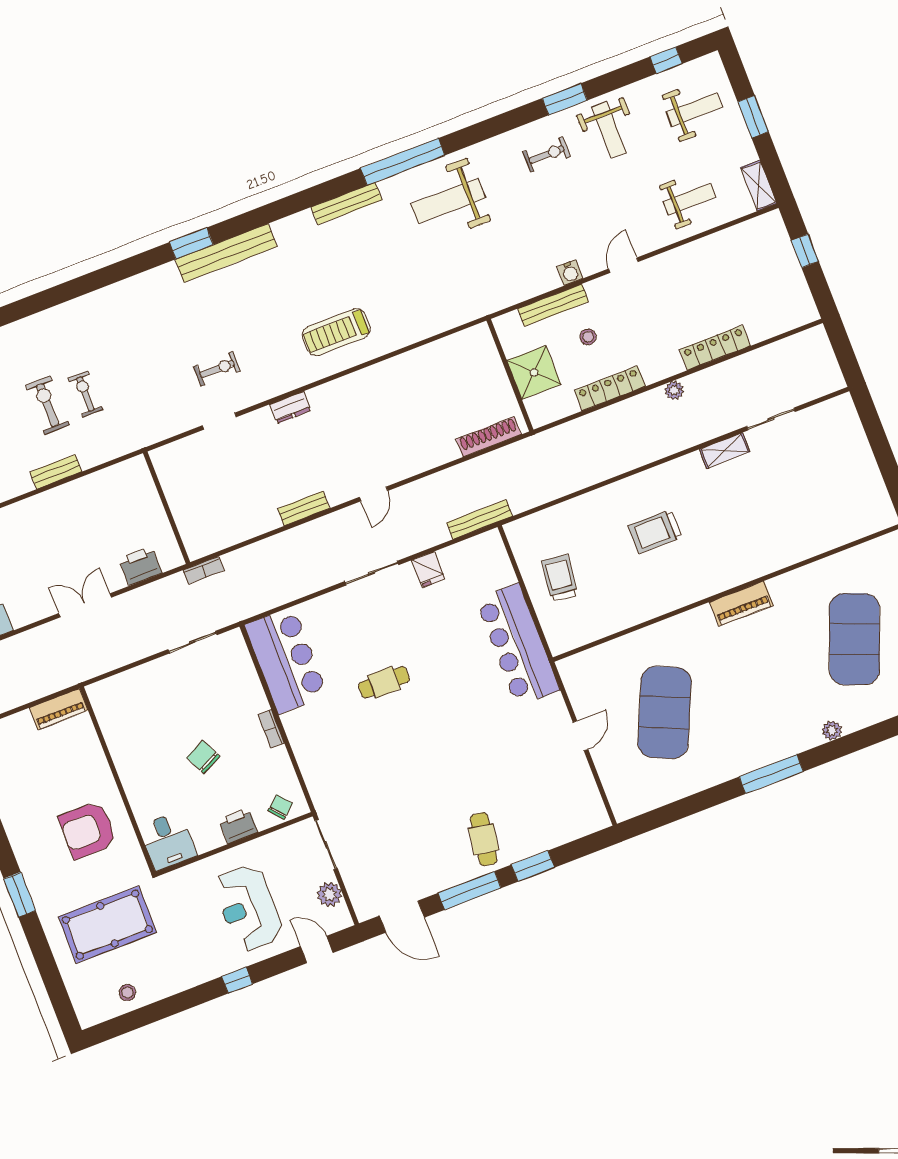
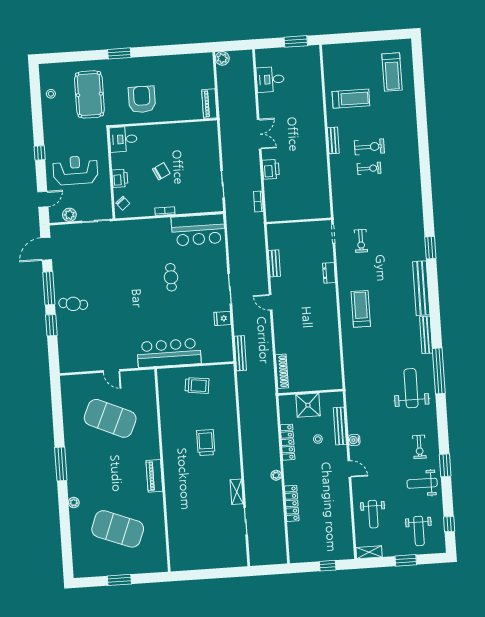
bench: (226, 253) -> (421, 288), moved
wall: (167, 508) -> (299, 221), moved

